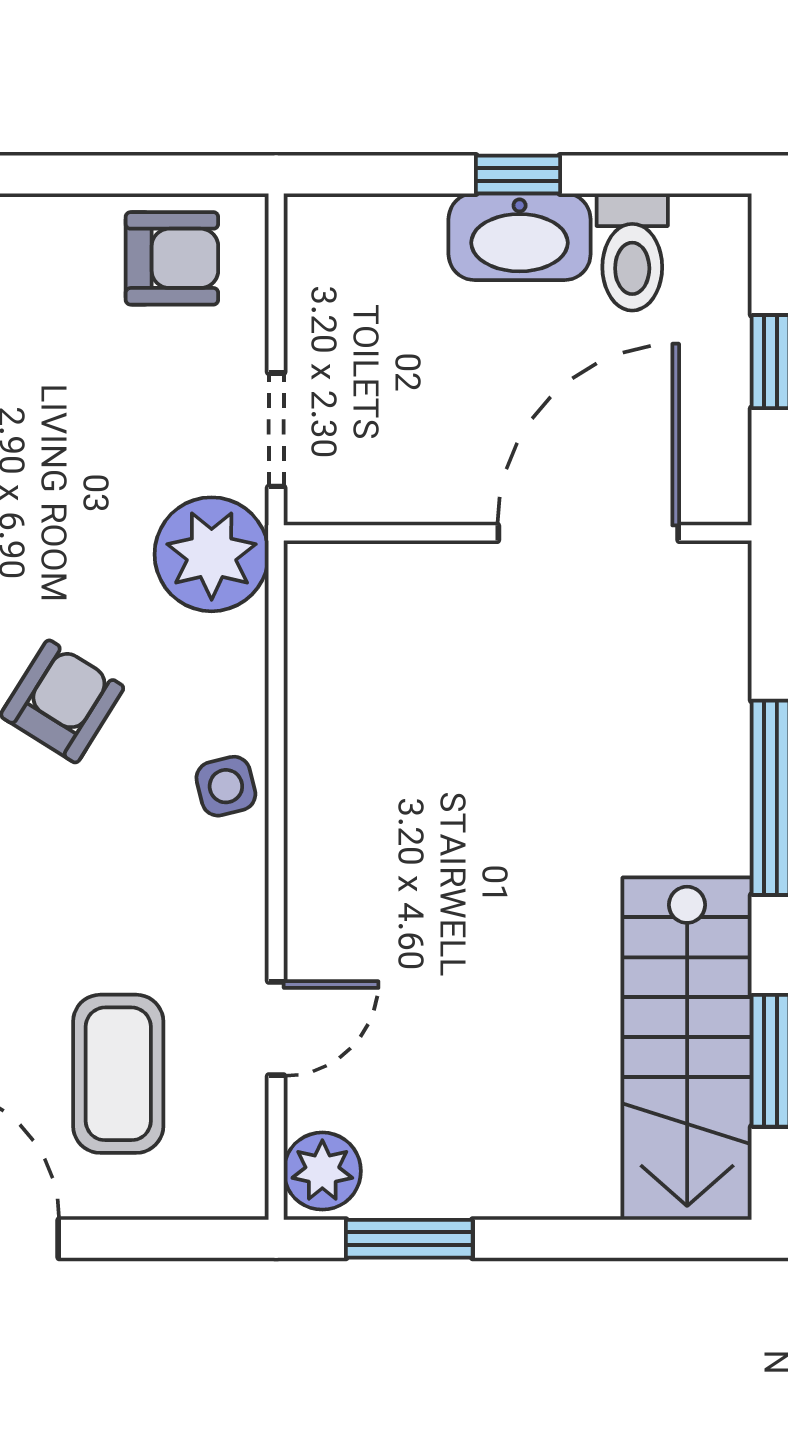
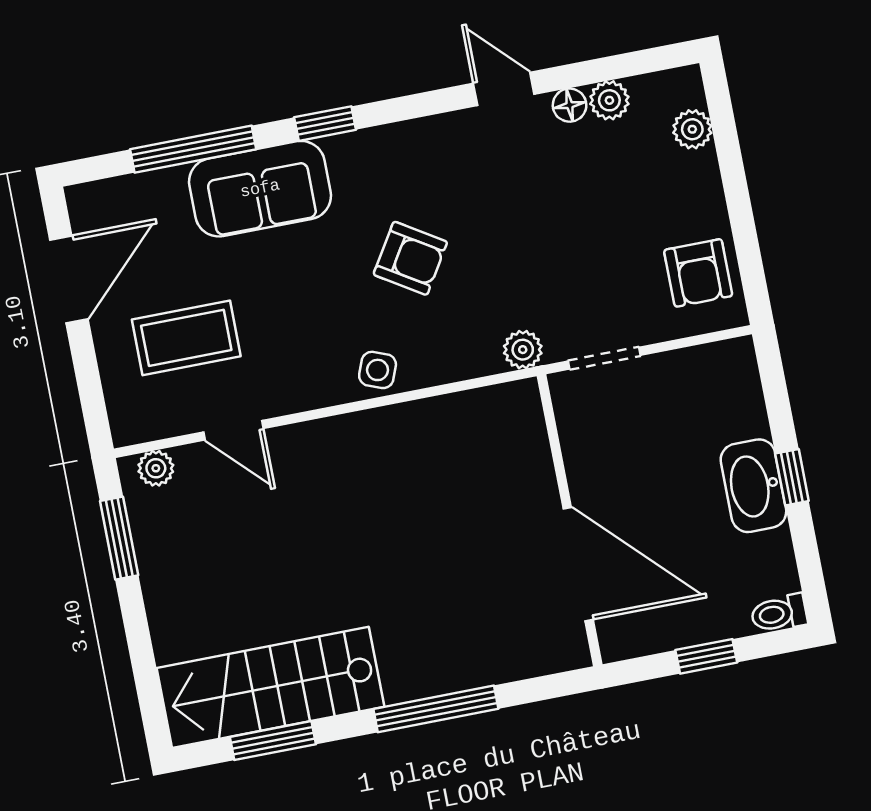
toilet: (632, 252) -> (779, 613), moved, width x0.73, depth x0.72
plant: (212, 554) -> (523, 350), width x0.53, depth x0.53
side table: (226, 786) -> (378, 370), turned 35
plant: (322, 1171) -> (156, 468), width x0.73, depth x0.73

